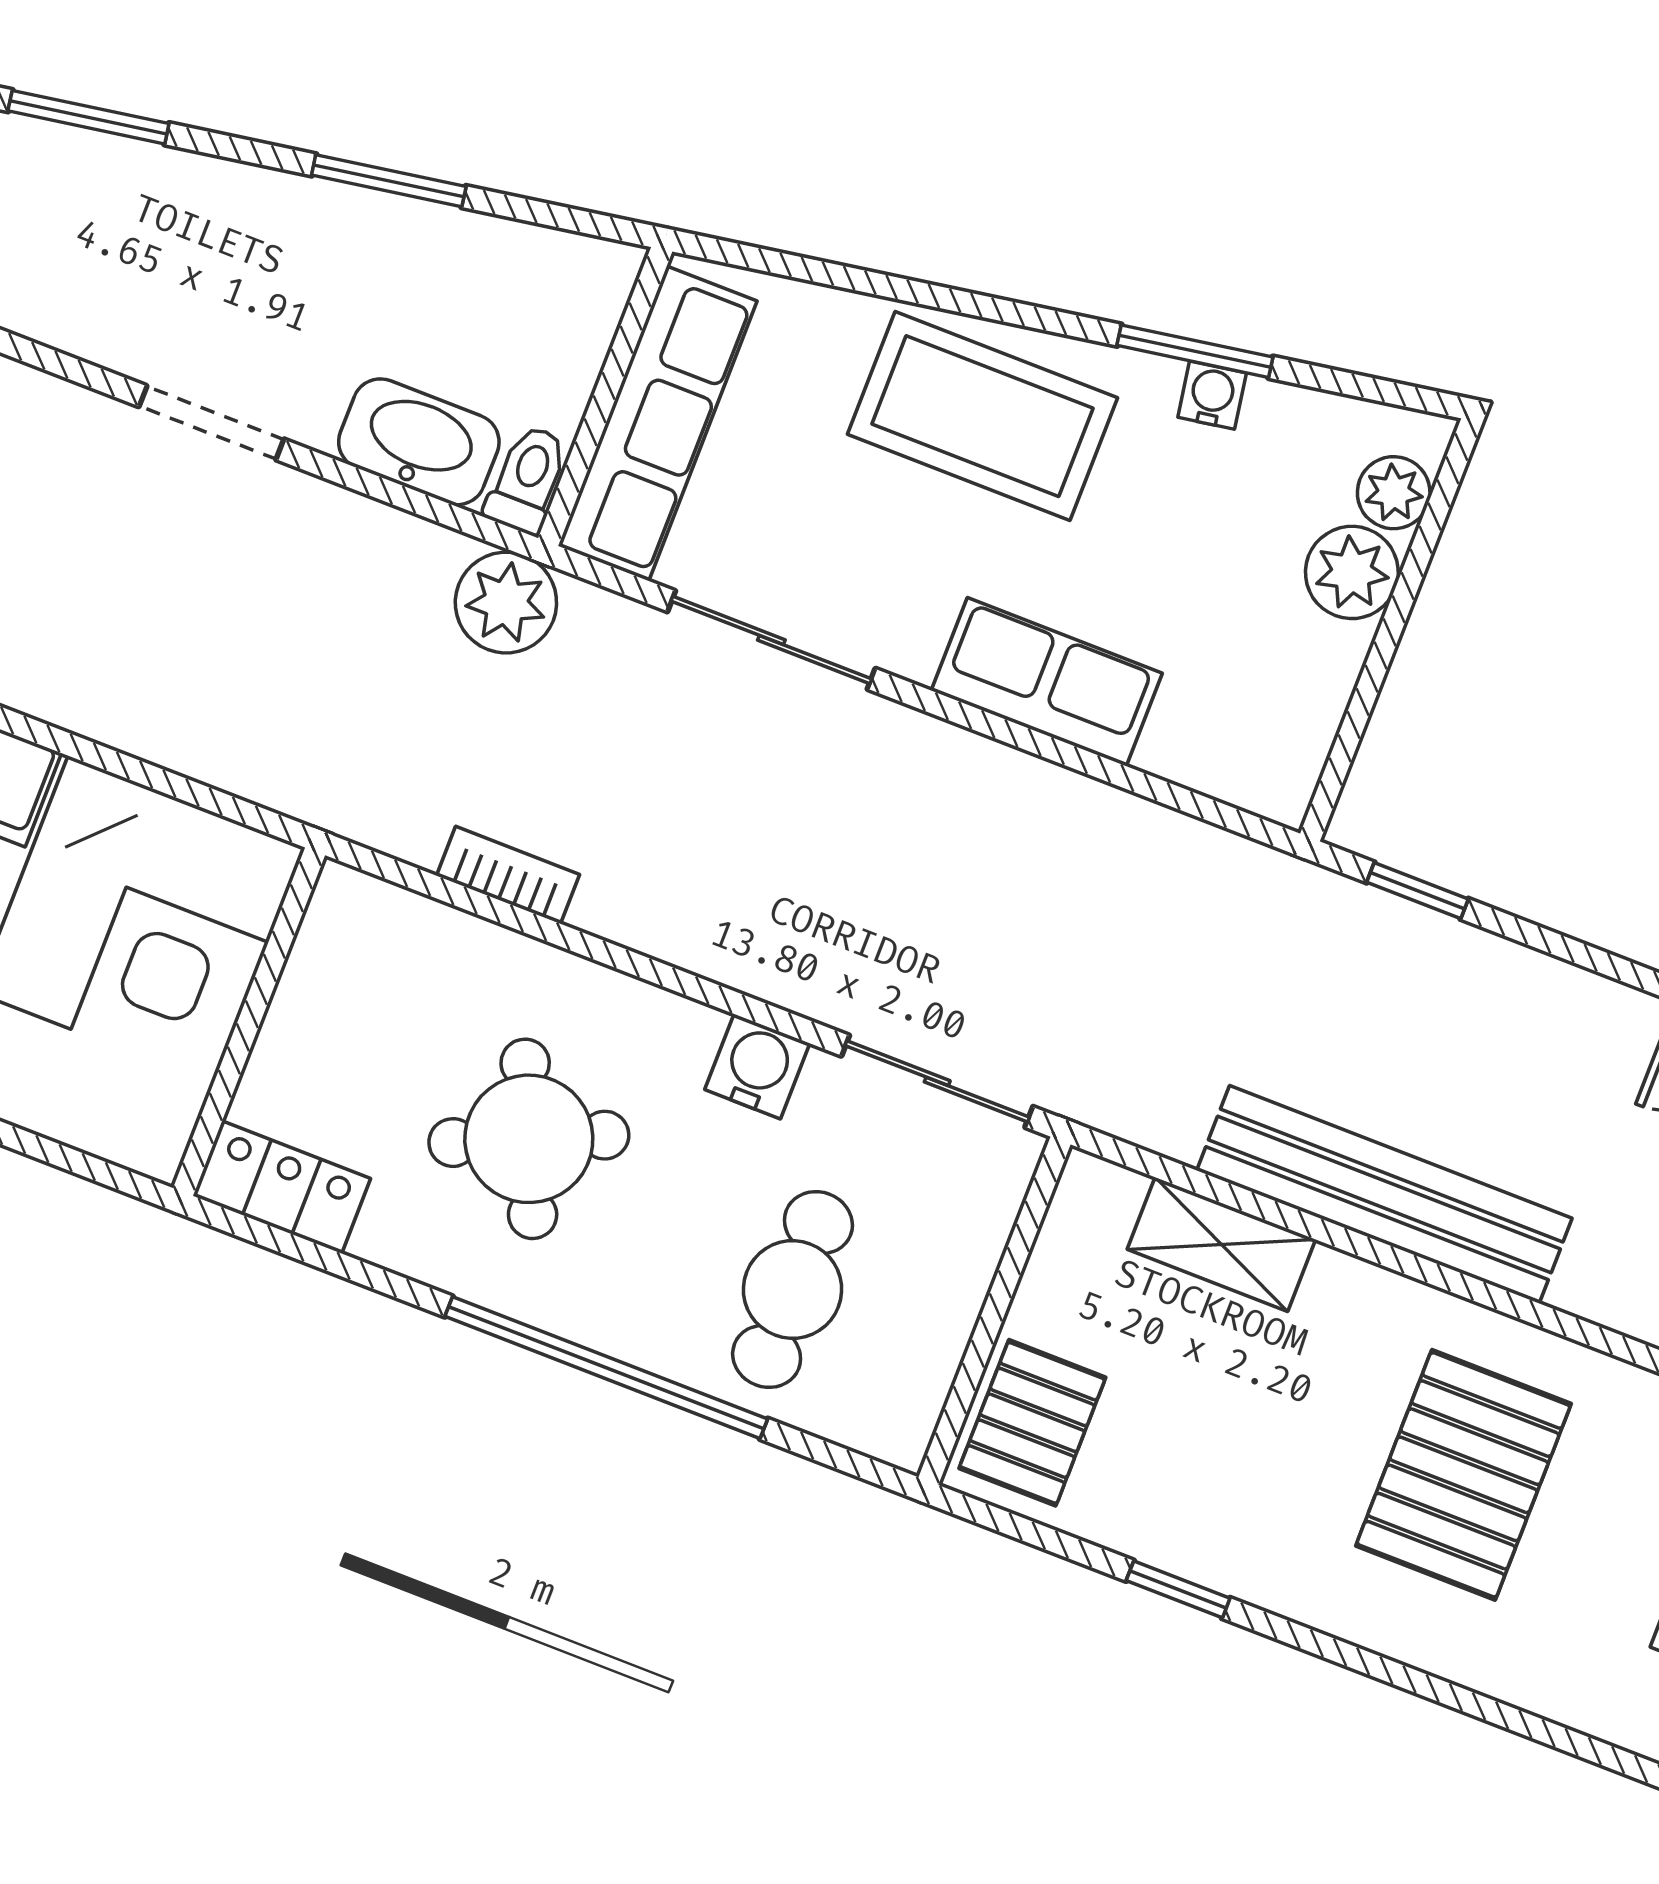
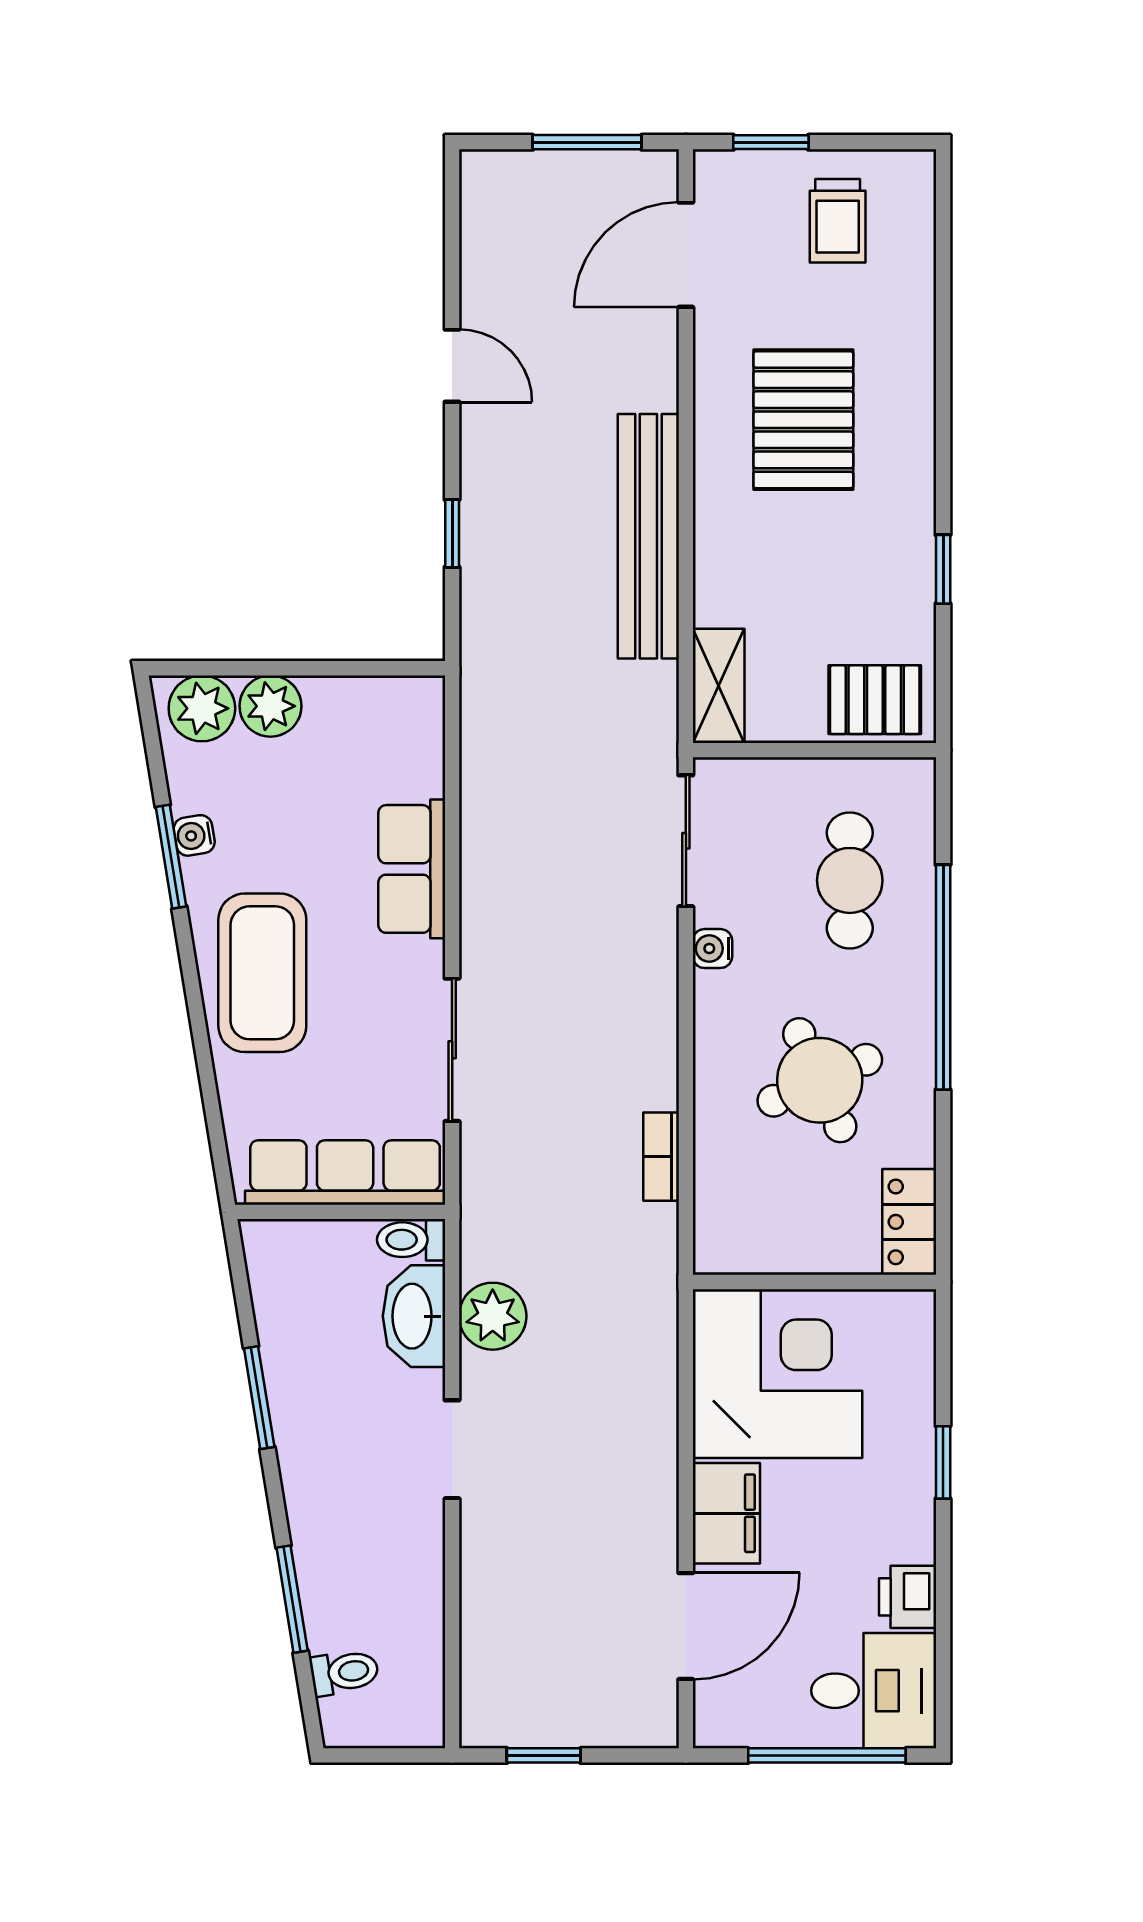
plant: (1394, 493) -> (202, 708), width x1.38, depth x1.38
plant: (506, 603) -> (493, 1316), moved
window: (1417, 891) -> (452, 533), moved
water cooler: (757, 1066) -> (712, 949), width x0.72, depth x0.72
shelving: (1221, 1244) -> (719, 686), moved
cafe table: (793, 1289) -> (850, 880), turned 90
pallet: (1463, 1475) -> (803, 420), turned 90

